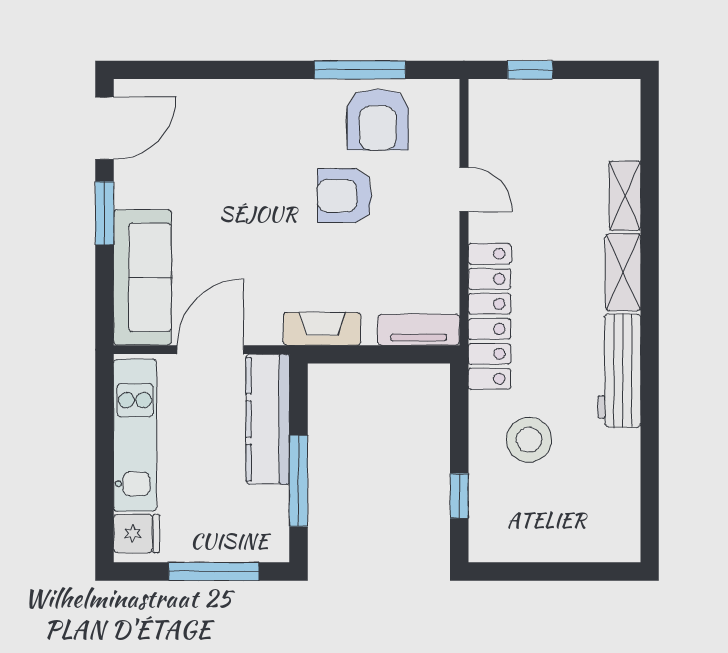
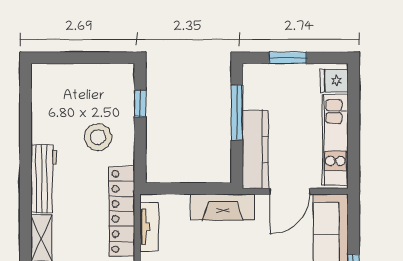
fireplace: (322, 329) -> (223, 207), width x1.37, depth x1.32
tv unit: (419, 330) -> (149, 227), moved, turned -90
window: (214, 571) -> (288, 58), width x0.69

